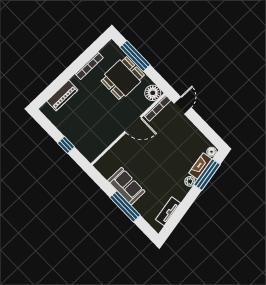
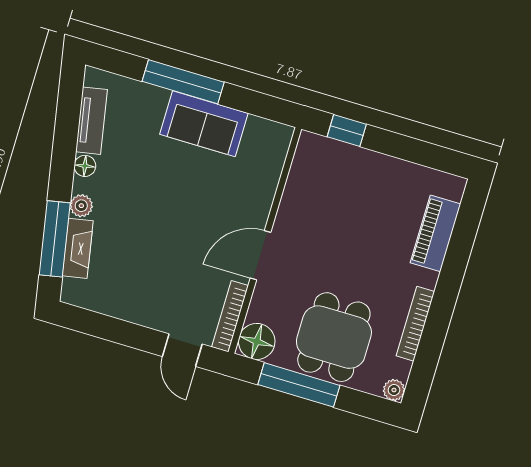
plant: (111, 45) -> (394, 390), added
window: (135, 56) -> (299, 385), moved
window: (66, 145) -> (347, 131), moved
floor lamp: (212, 152) -> (85, 166), moved

